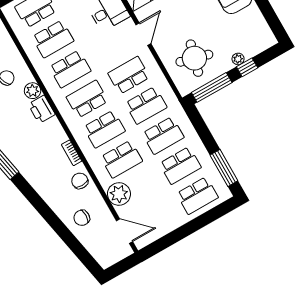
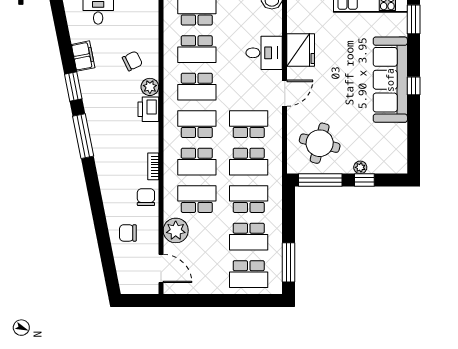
school desk: (163, 135) -> (249, 199), turned 180
school desk: (121, 159) -> (197, 199), turned 180

